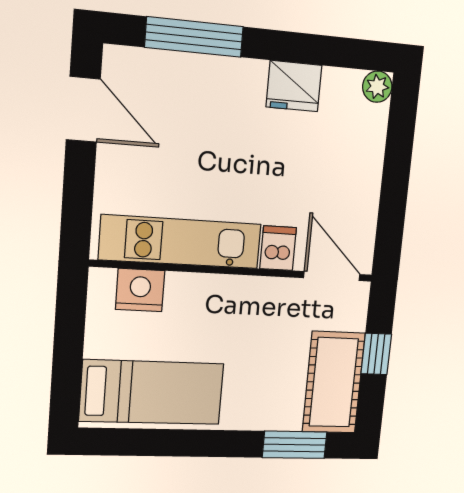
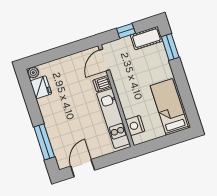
fridge: (294, 86) -> (41, 87), moved
cot: (334, 382) -> (146, 38), width x0.73, depth x0.75

